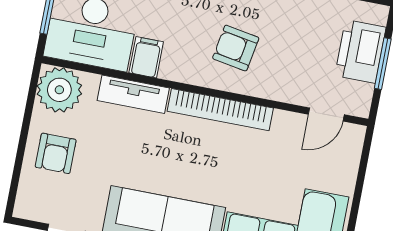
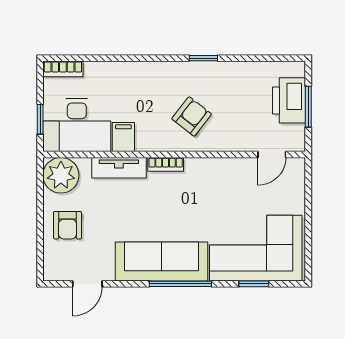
armchair: (236, 48) -> (192, 116), turned 118
bookcase: (220, 110) -> (166, 164), width x0.43, depth x0.76

